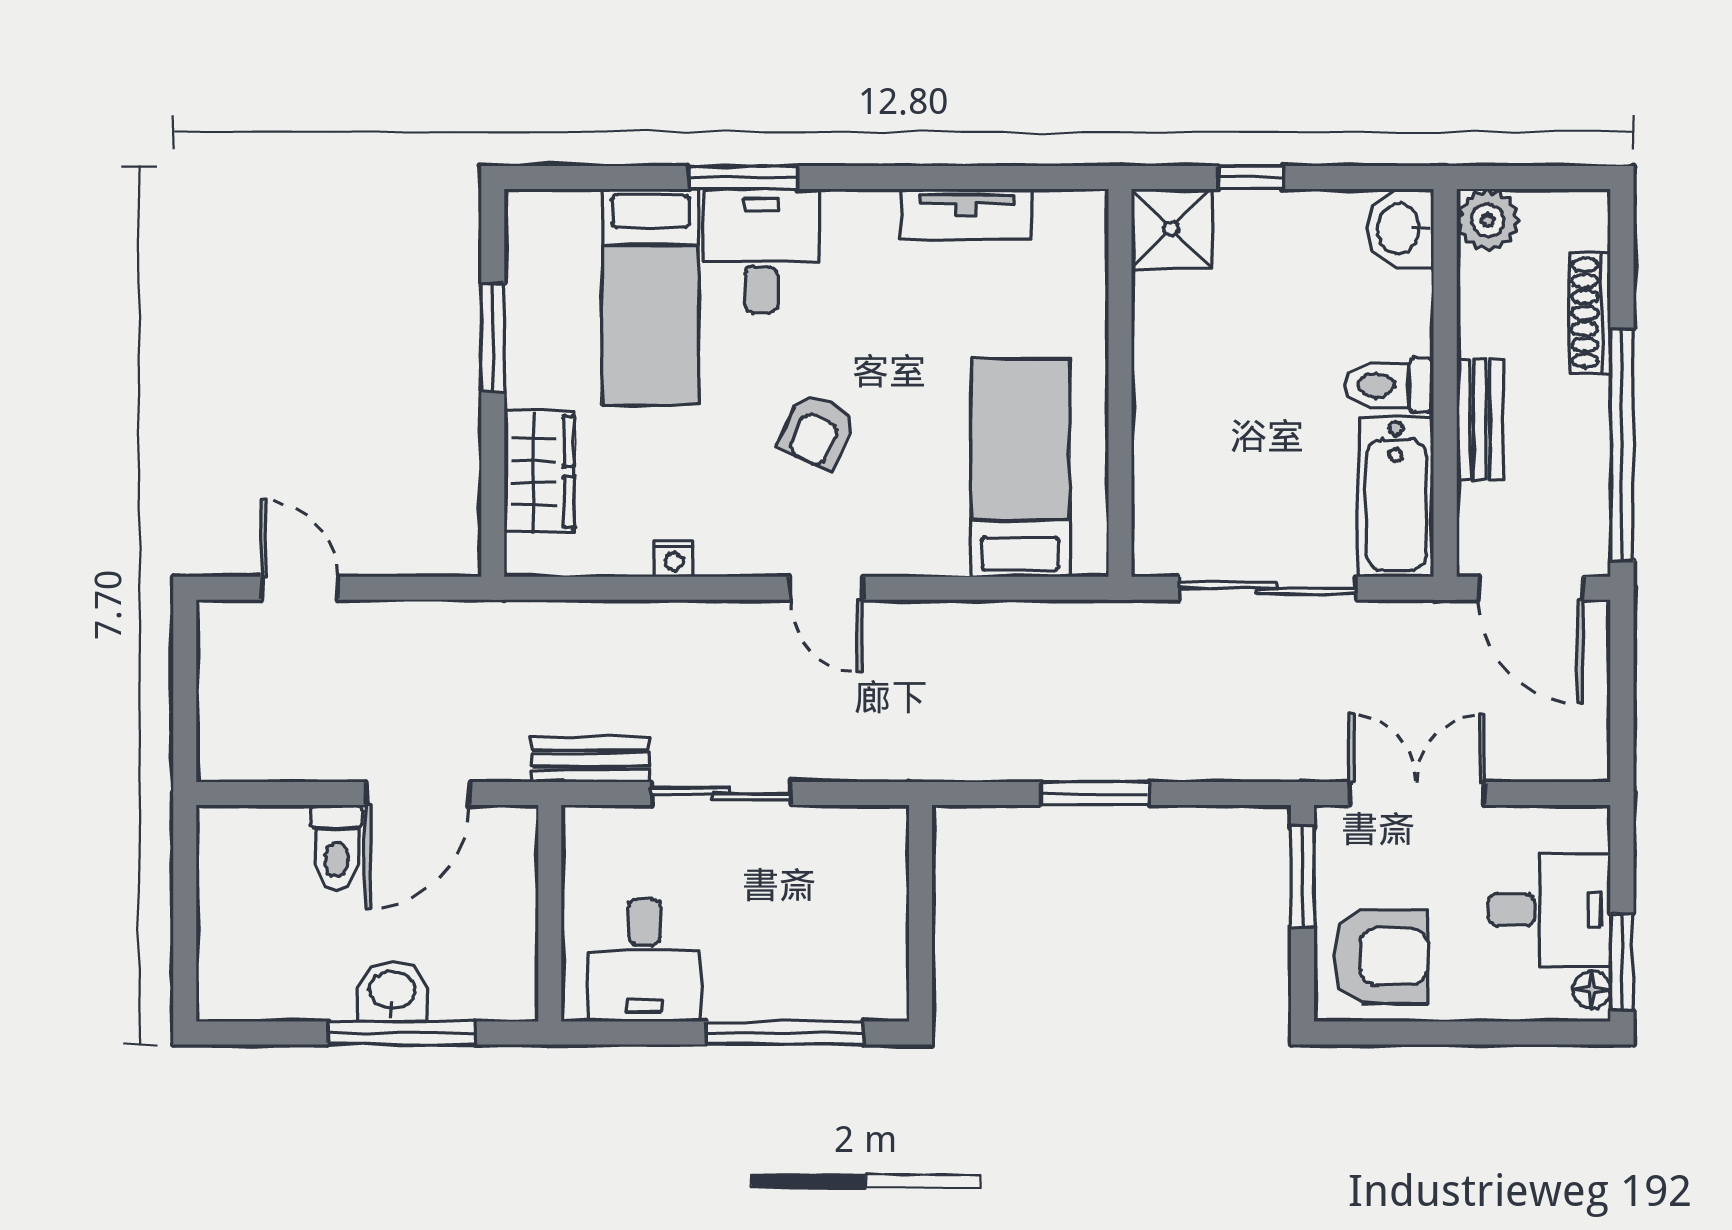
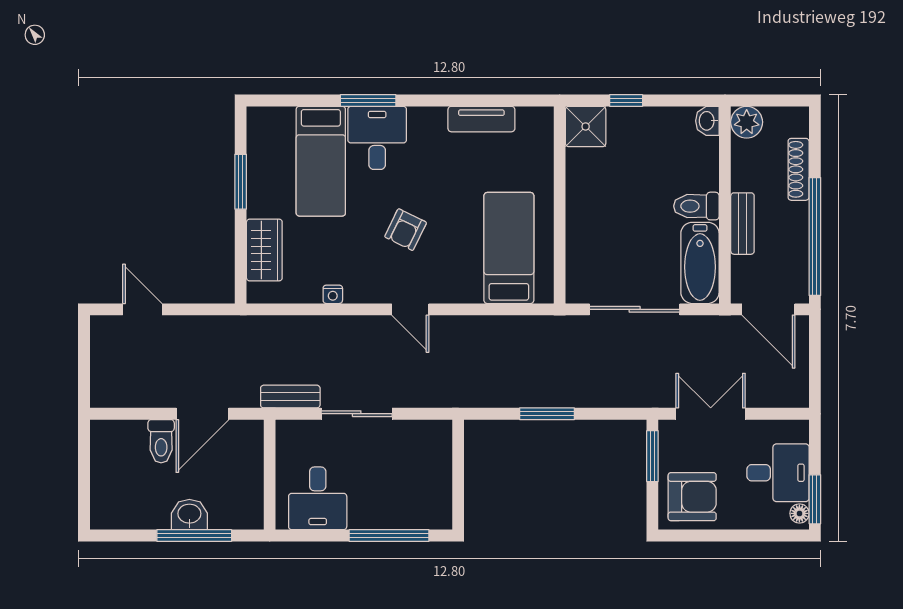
washbasin: (1400, 229) -> (707, 121), width x0.72, depth x0.69

